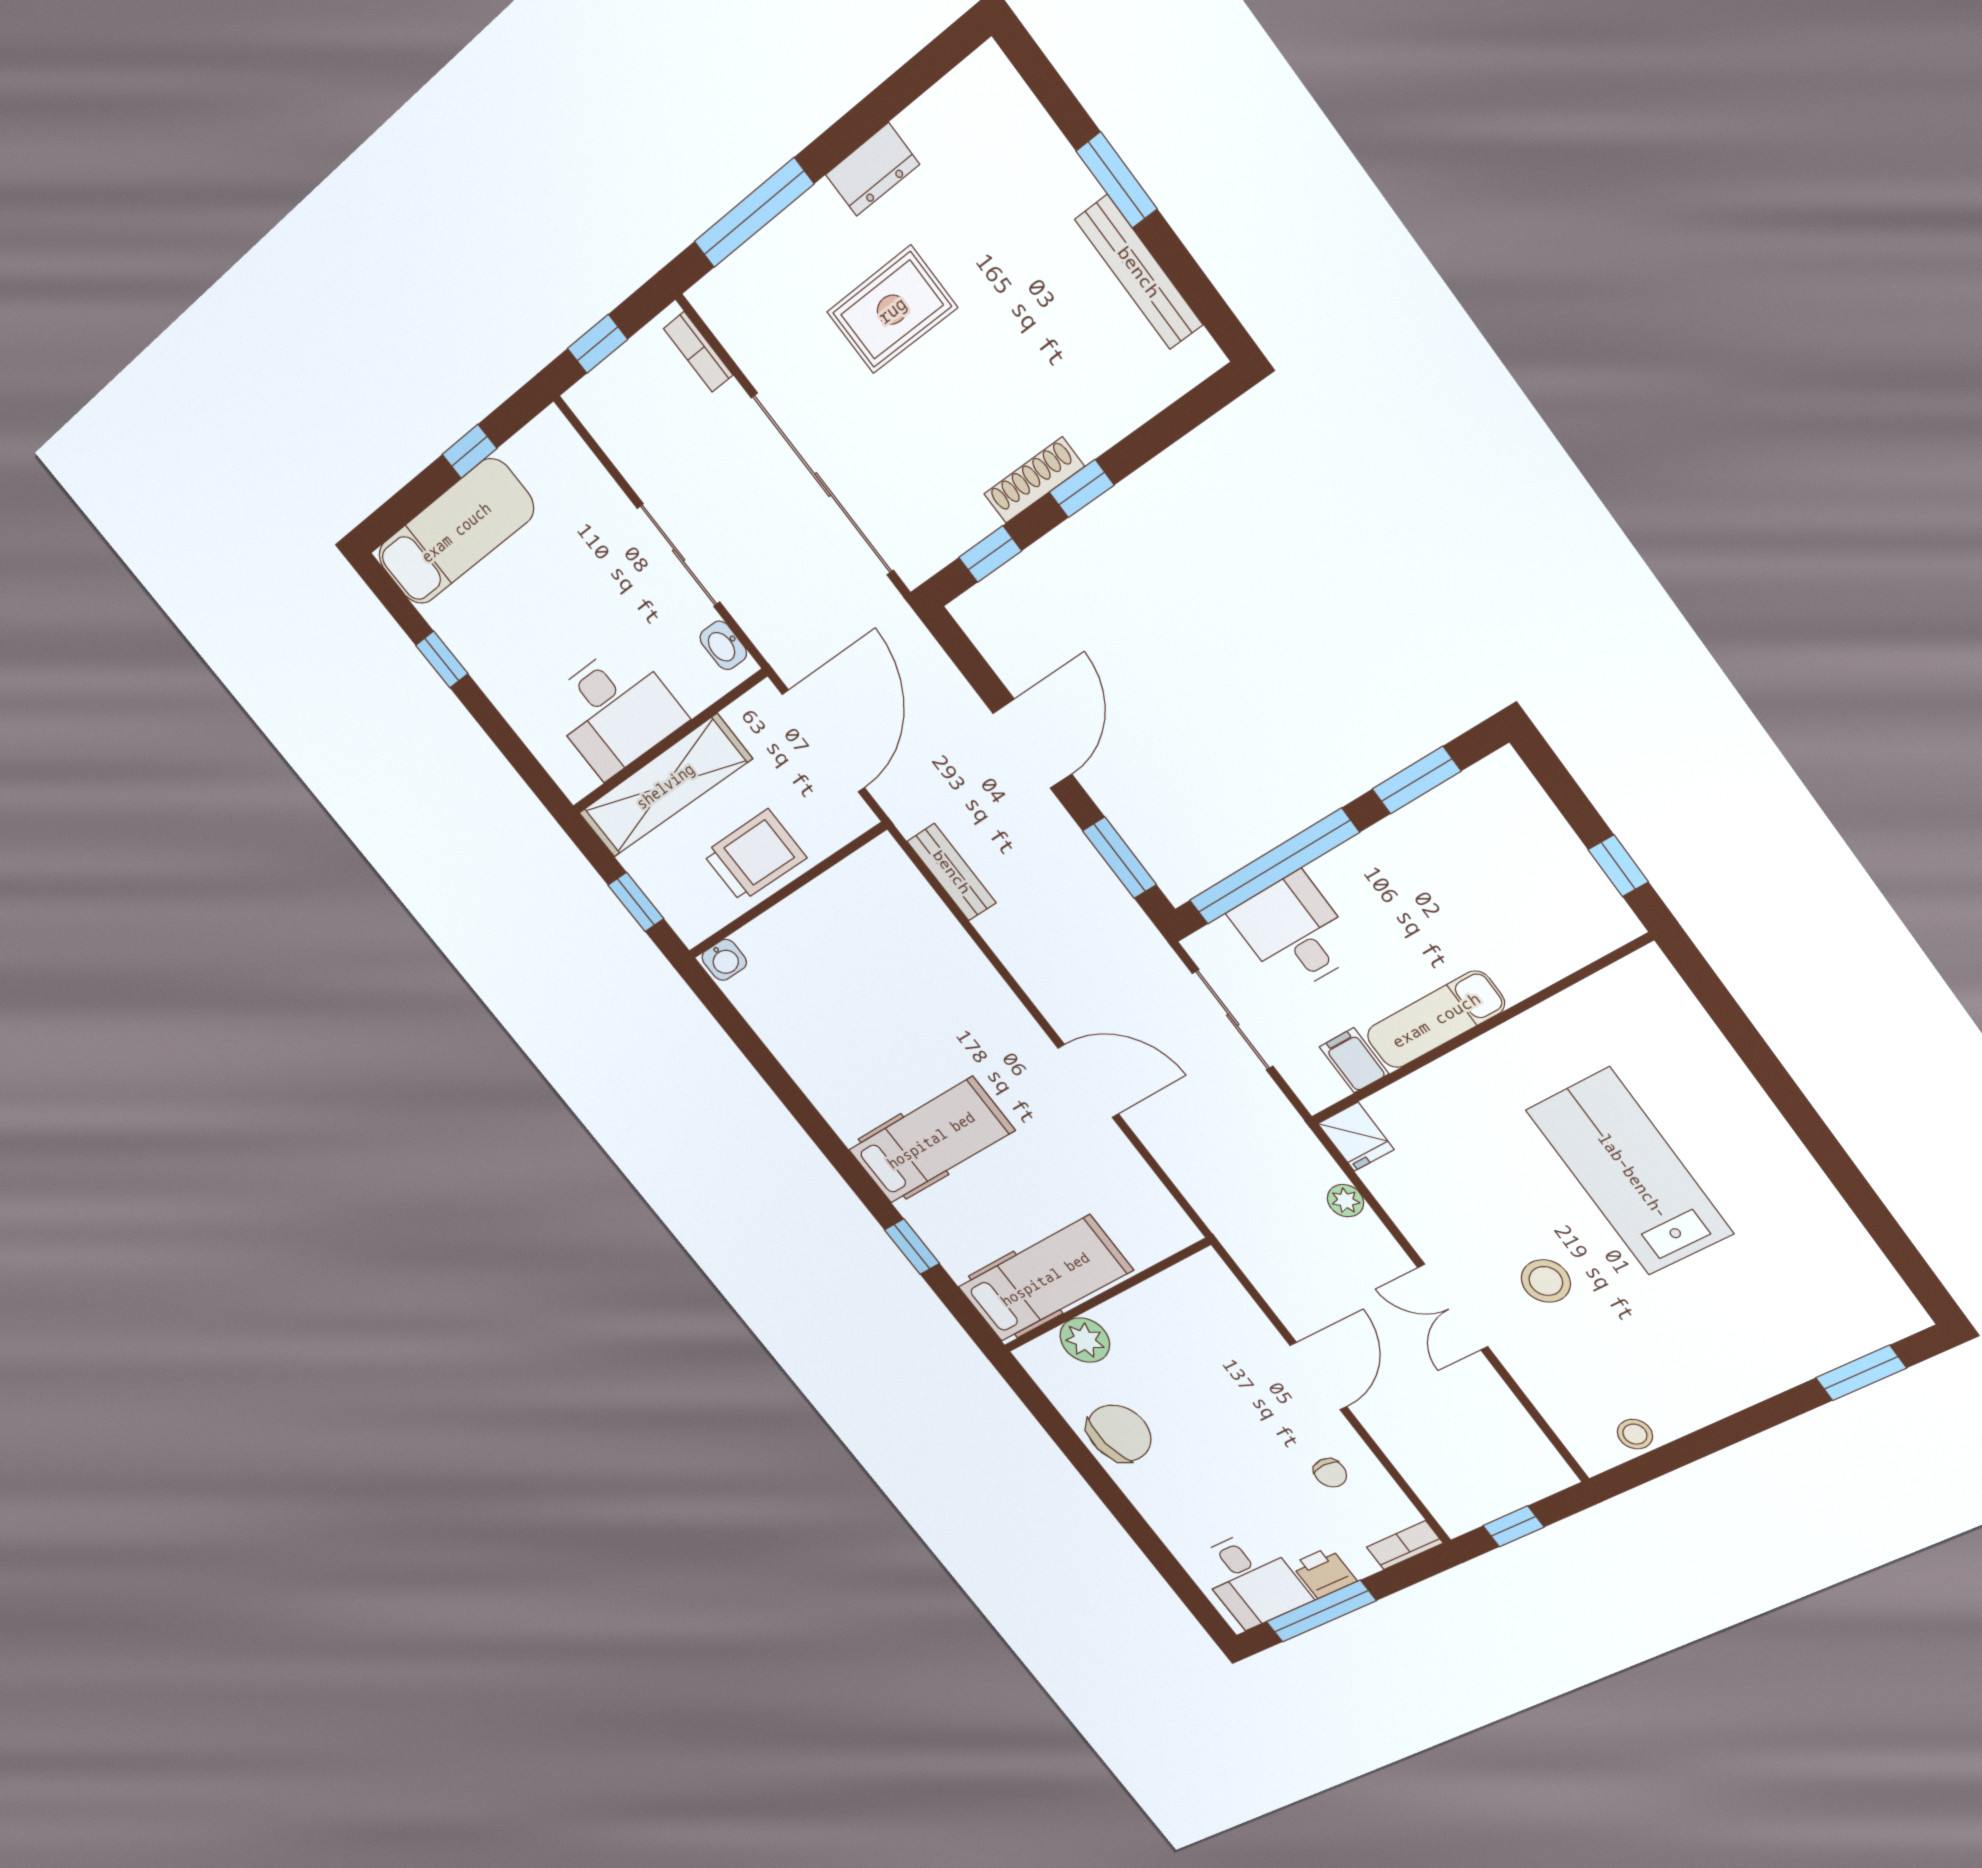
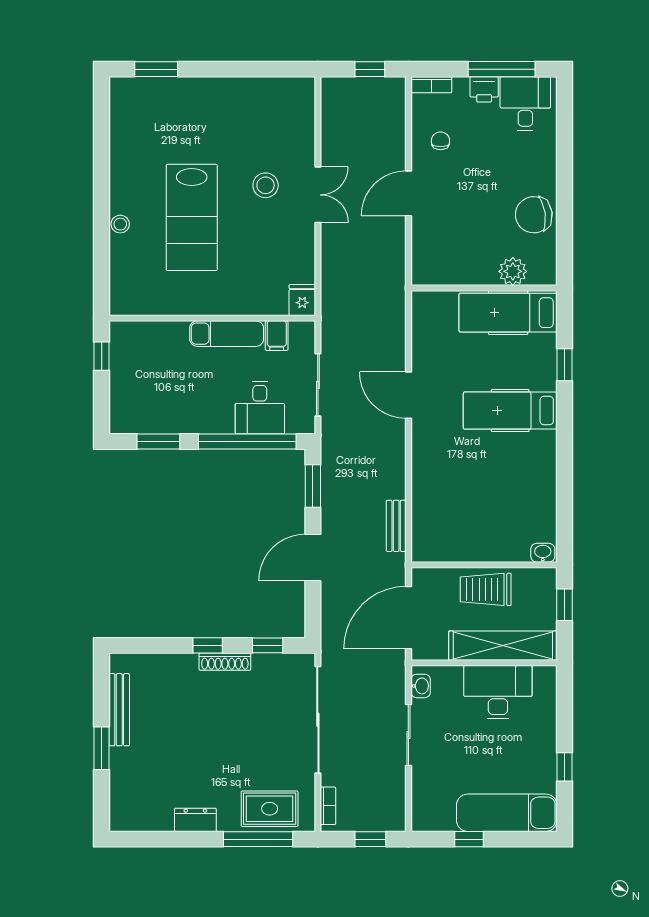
rug: (892, 310) -> (270, 809), moved
plant: (1346, 1201) -> (330, 273), removed
stool: (1635, 1434) -> (120, 224), moved

